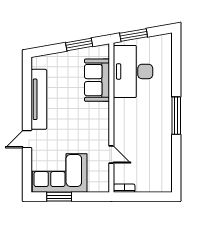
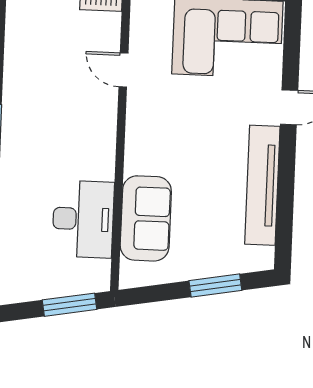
window: (79, 44) -> (215, 286), moved
desk: (133, 71) -> (83, 219), width x0.73, depth x0.77

